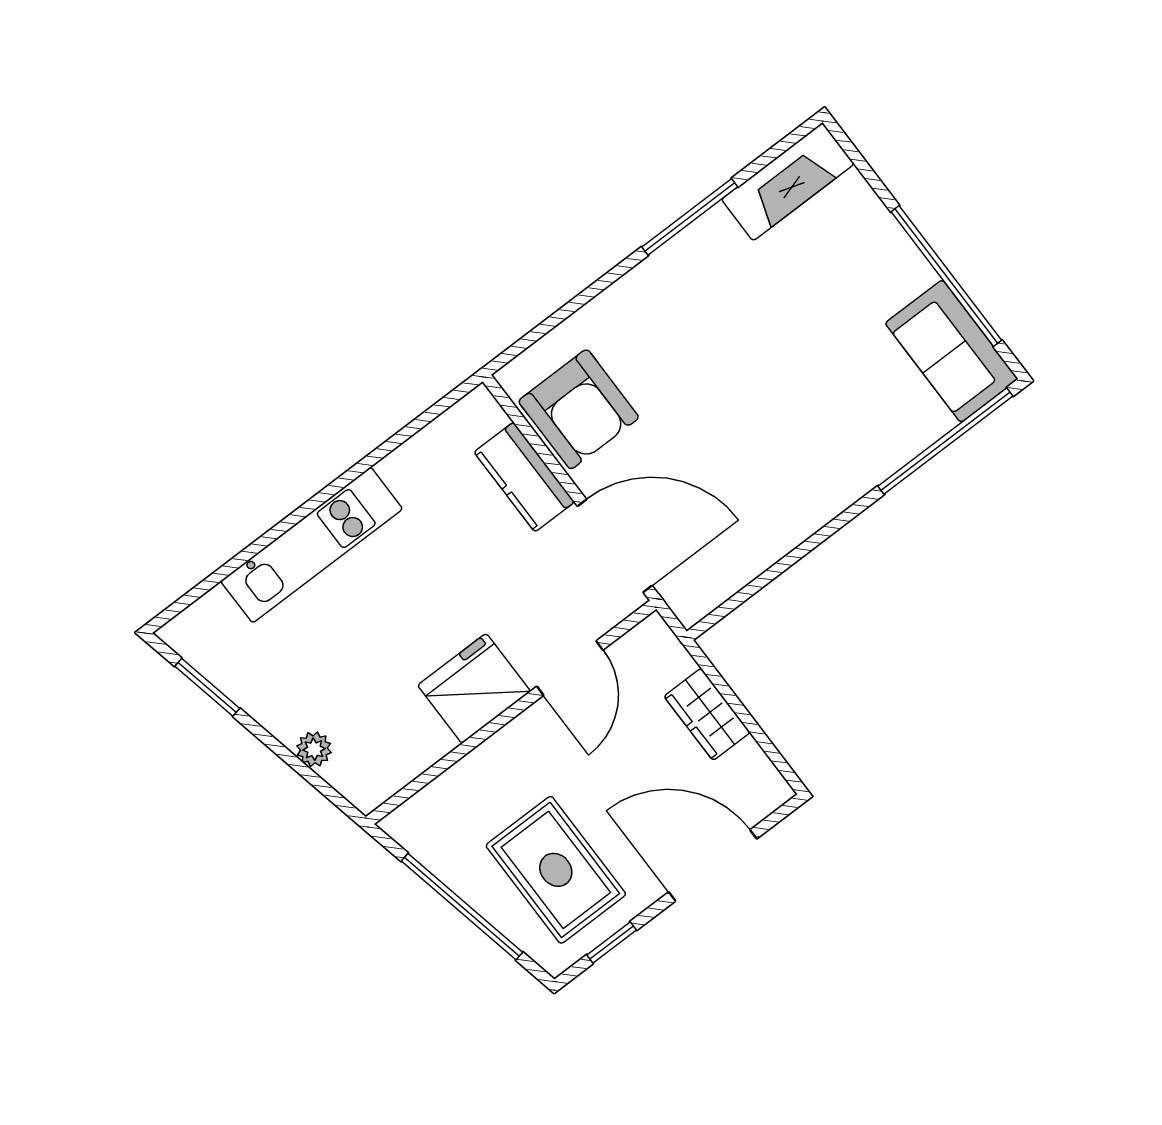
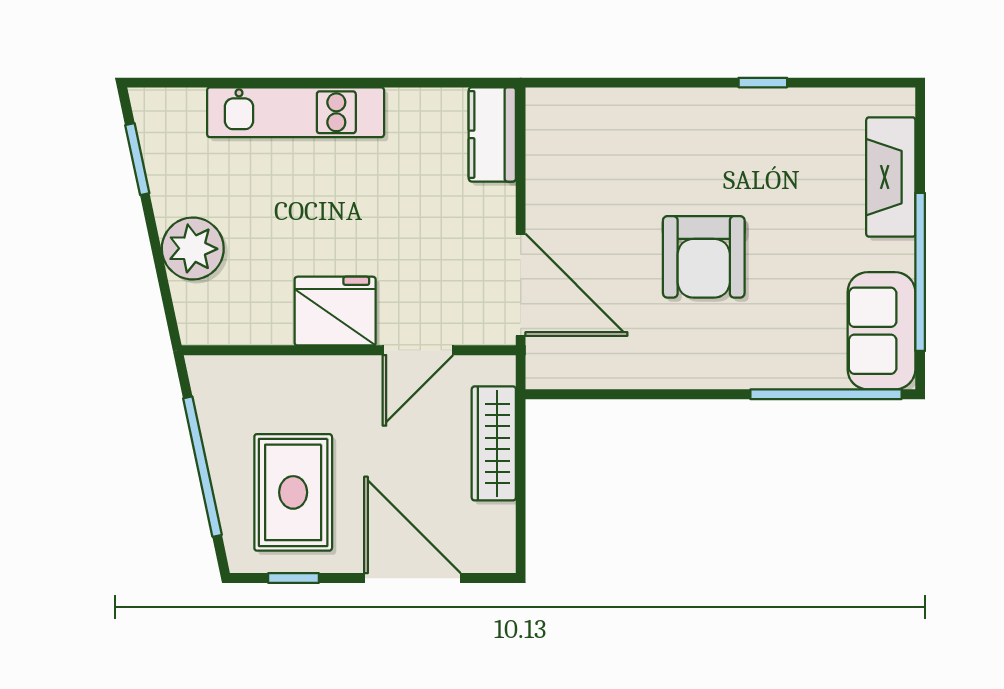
fireplace: (788, 182) -> (891, 177), moved, turned 90
window: (690, 217) -> (763, 83), width x0.46
armchair: (579, 409) -> (704, 257), moved
kitchen counter: (524, 477) -> (492, 134), moved
wardrobe: (707, 714) -> (494, 443), width x1.50
plant: (314, 749) -> (193, 248), width x1.88, depth x1.88

